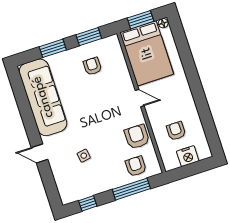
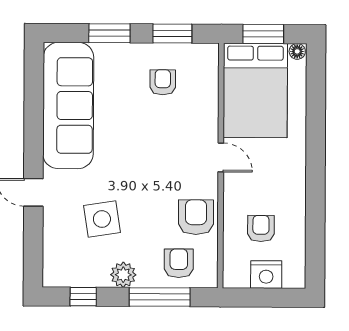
side table: (84, 156) -> (102, 219), width x1.87, depth x1.87
plant: (106, 183) -> (123, 275), added

